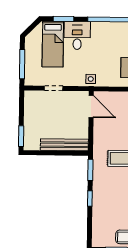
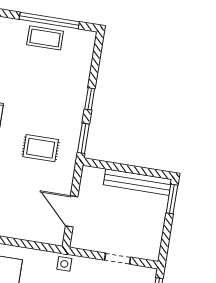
door: (91, 107) -> (72, 211), moved
bench: (64, 145) -> (138, 182), moved

